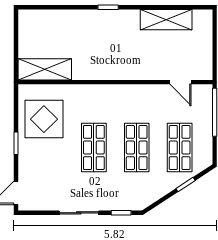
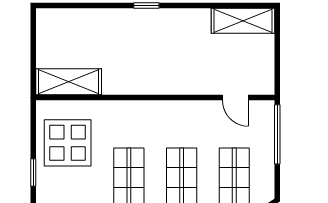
shelving: (166, 20) -> (243, 21), moved

